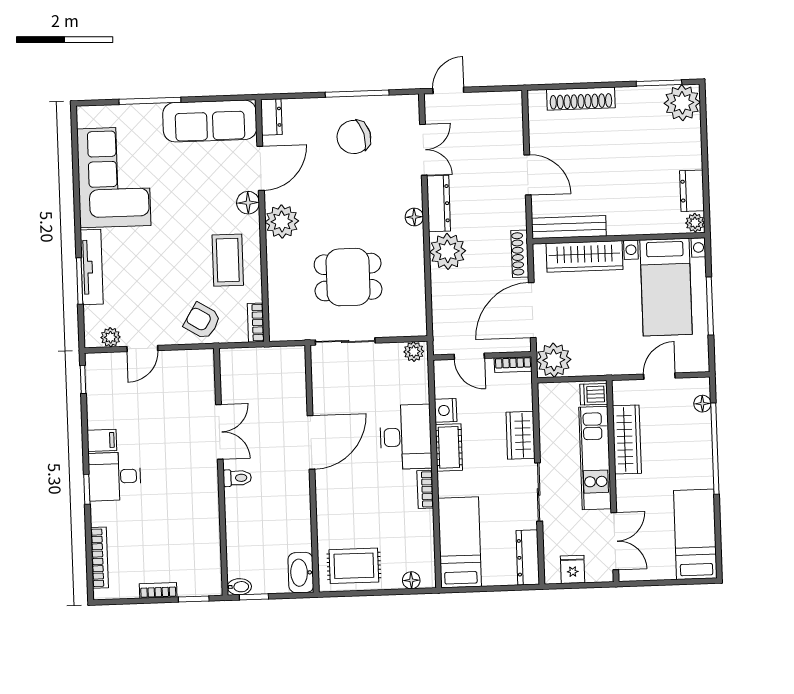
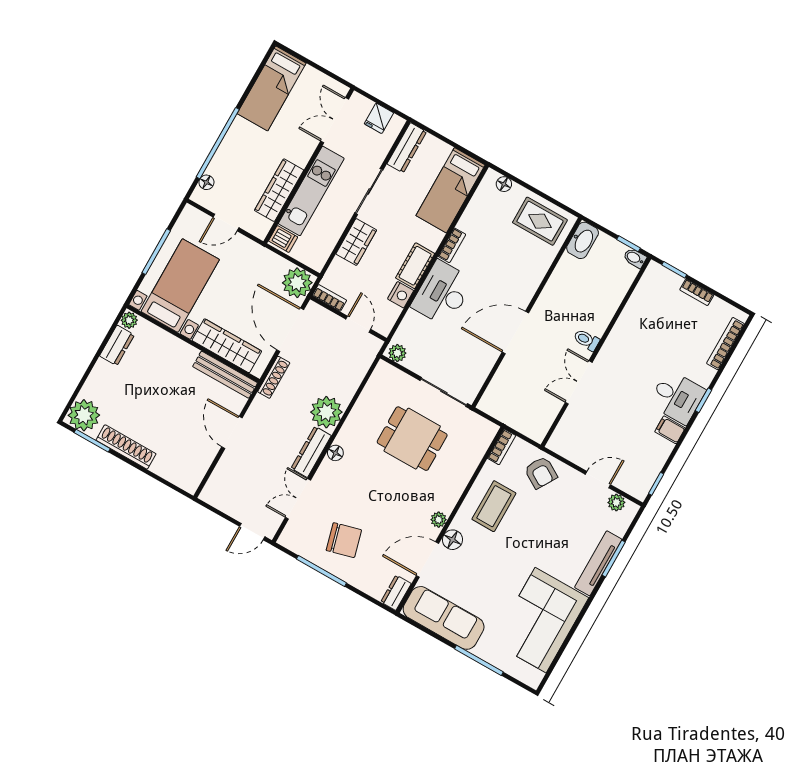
shoe rack: (581, 99) -> (126, 447), moved
plant: (282, 221) -> (439, 520), width x0.53, depth x0.53
door: (532, 310) -> (290, 330), swing flipped

